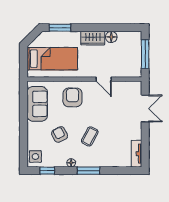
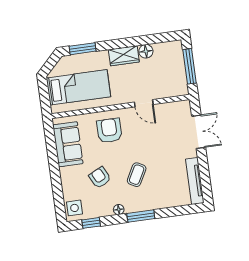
tv unit: (136, 154) -> (195, 181), width x1.41

